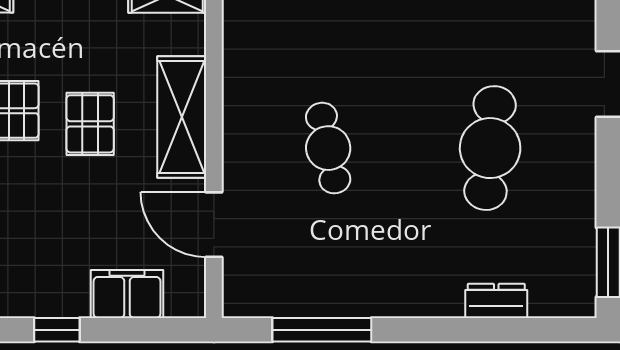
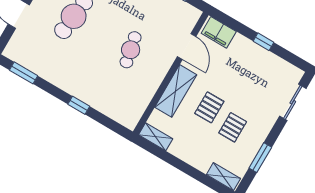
filing cabinet: (127, 294) -> (219, 32), moved

